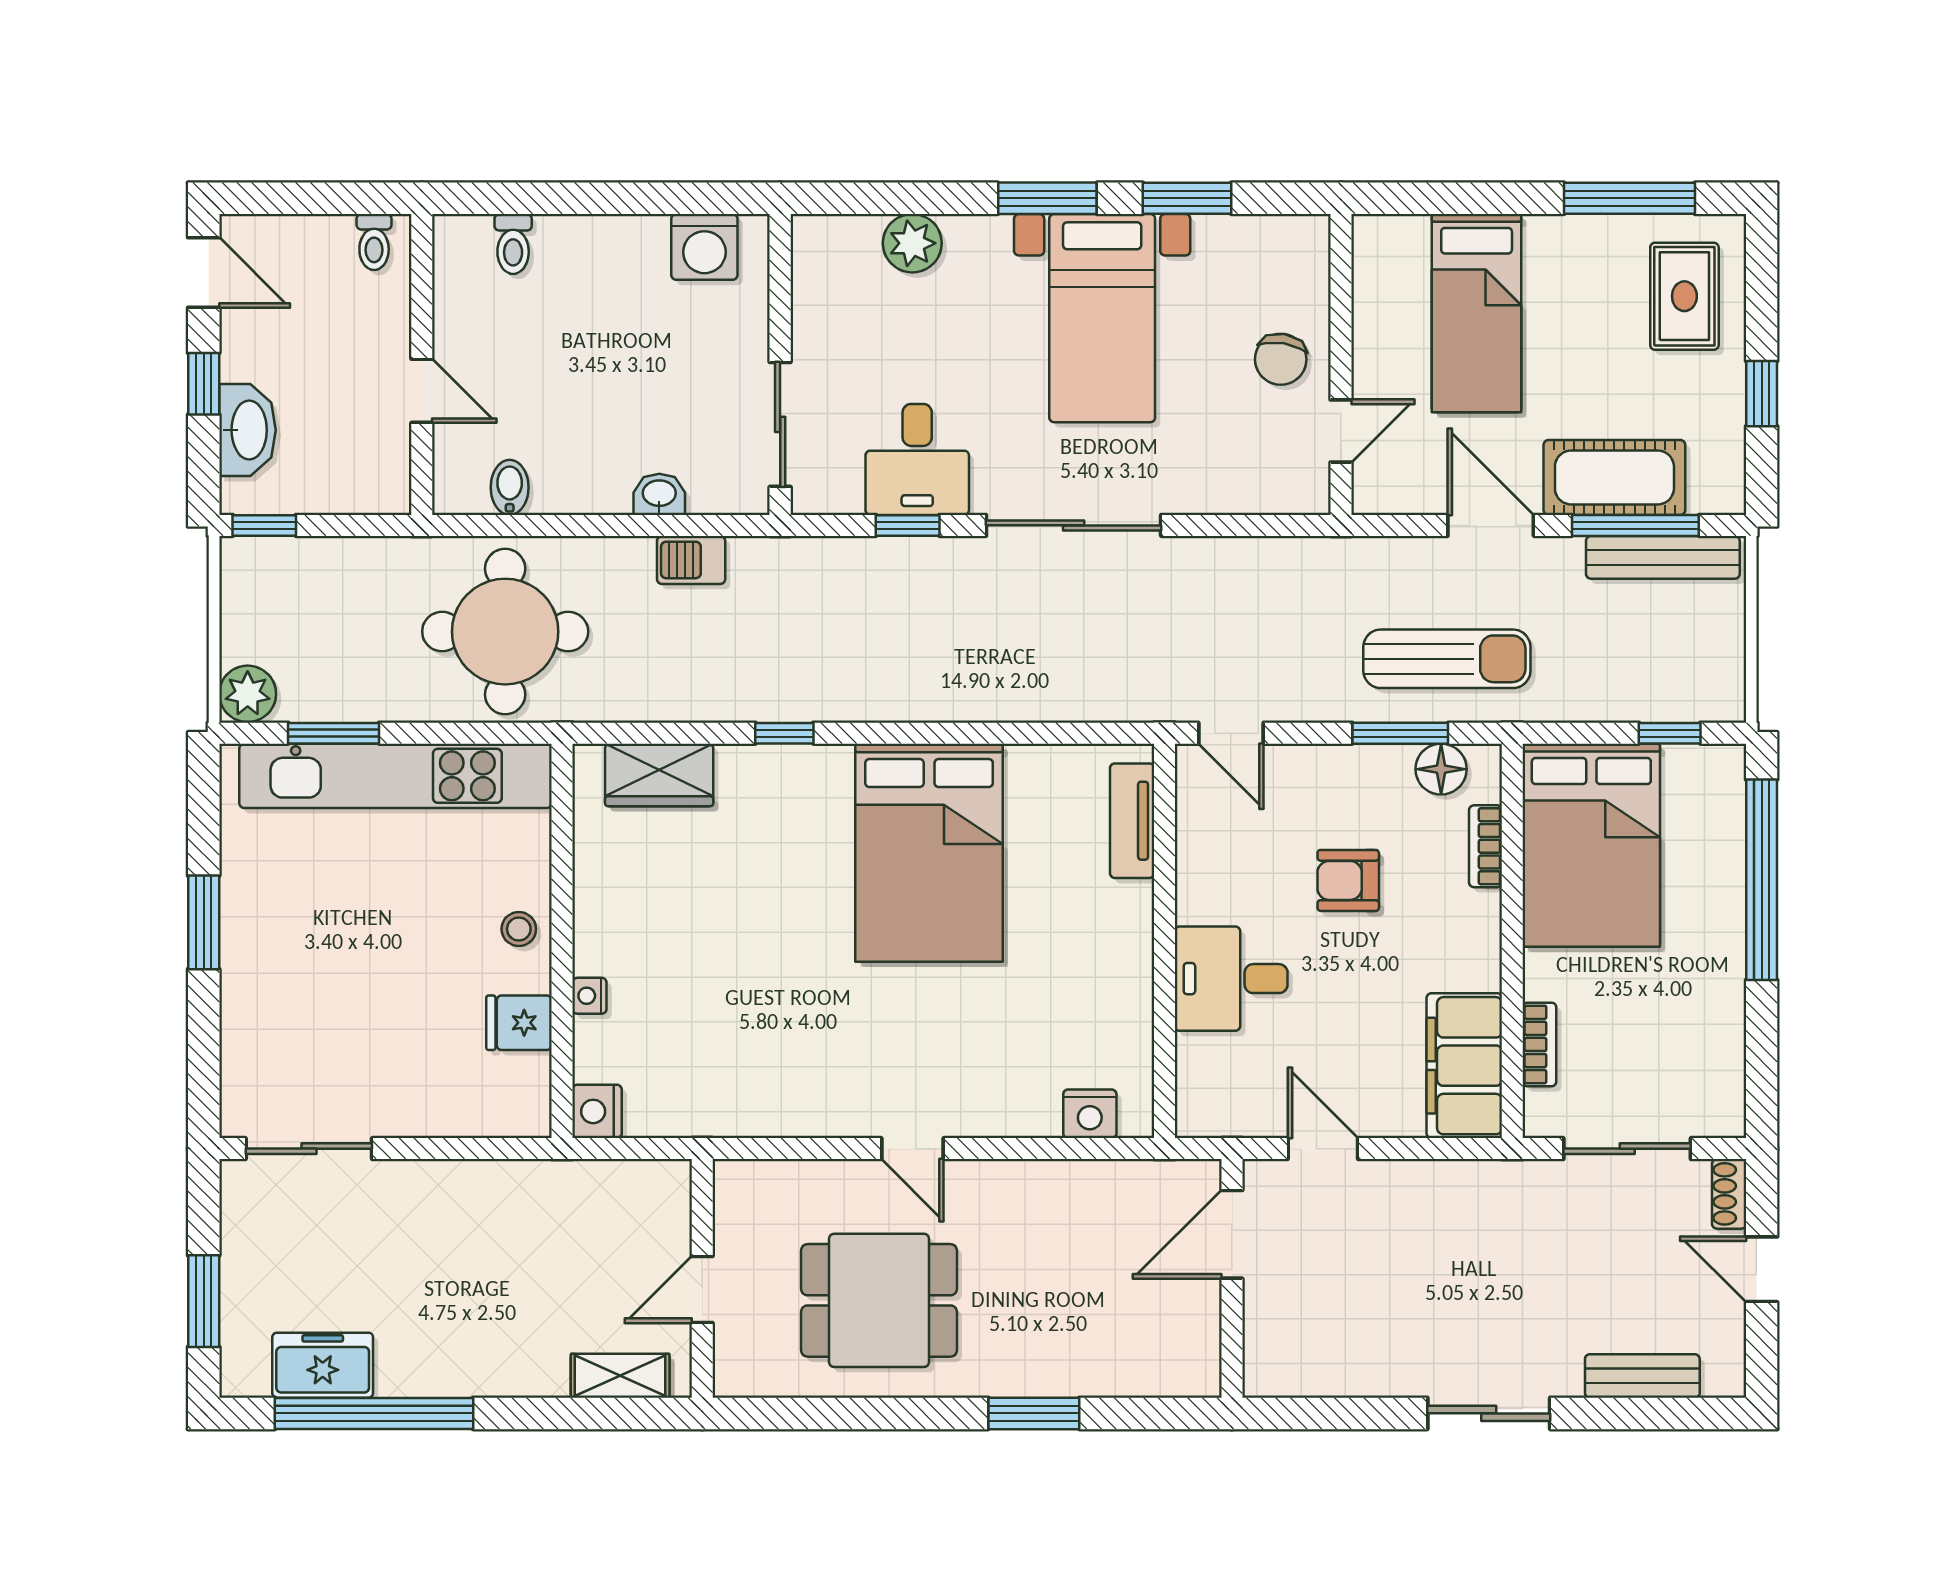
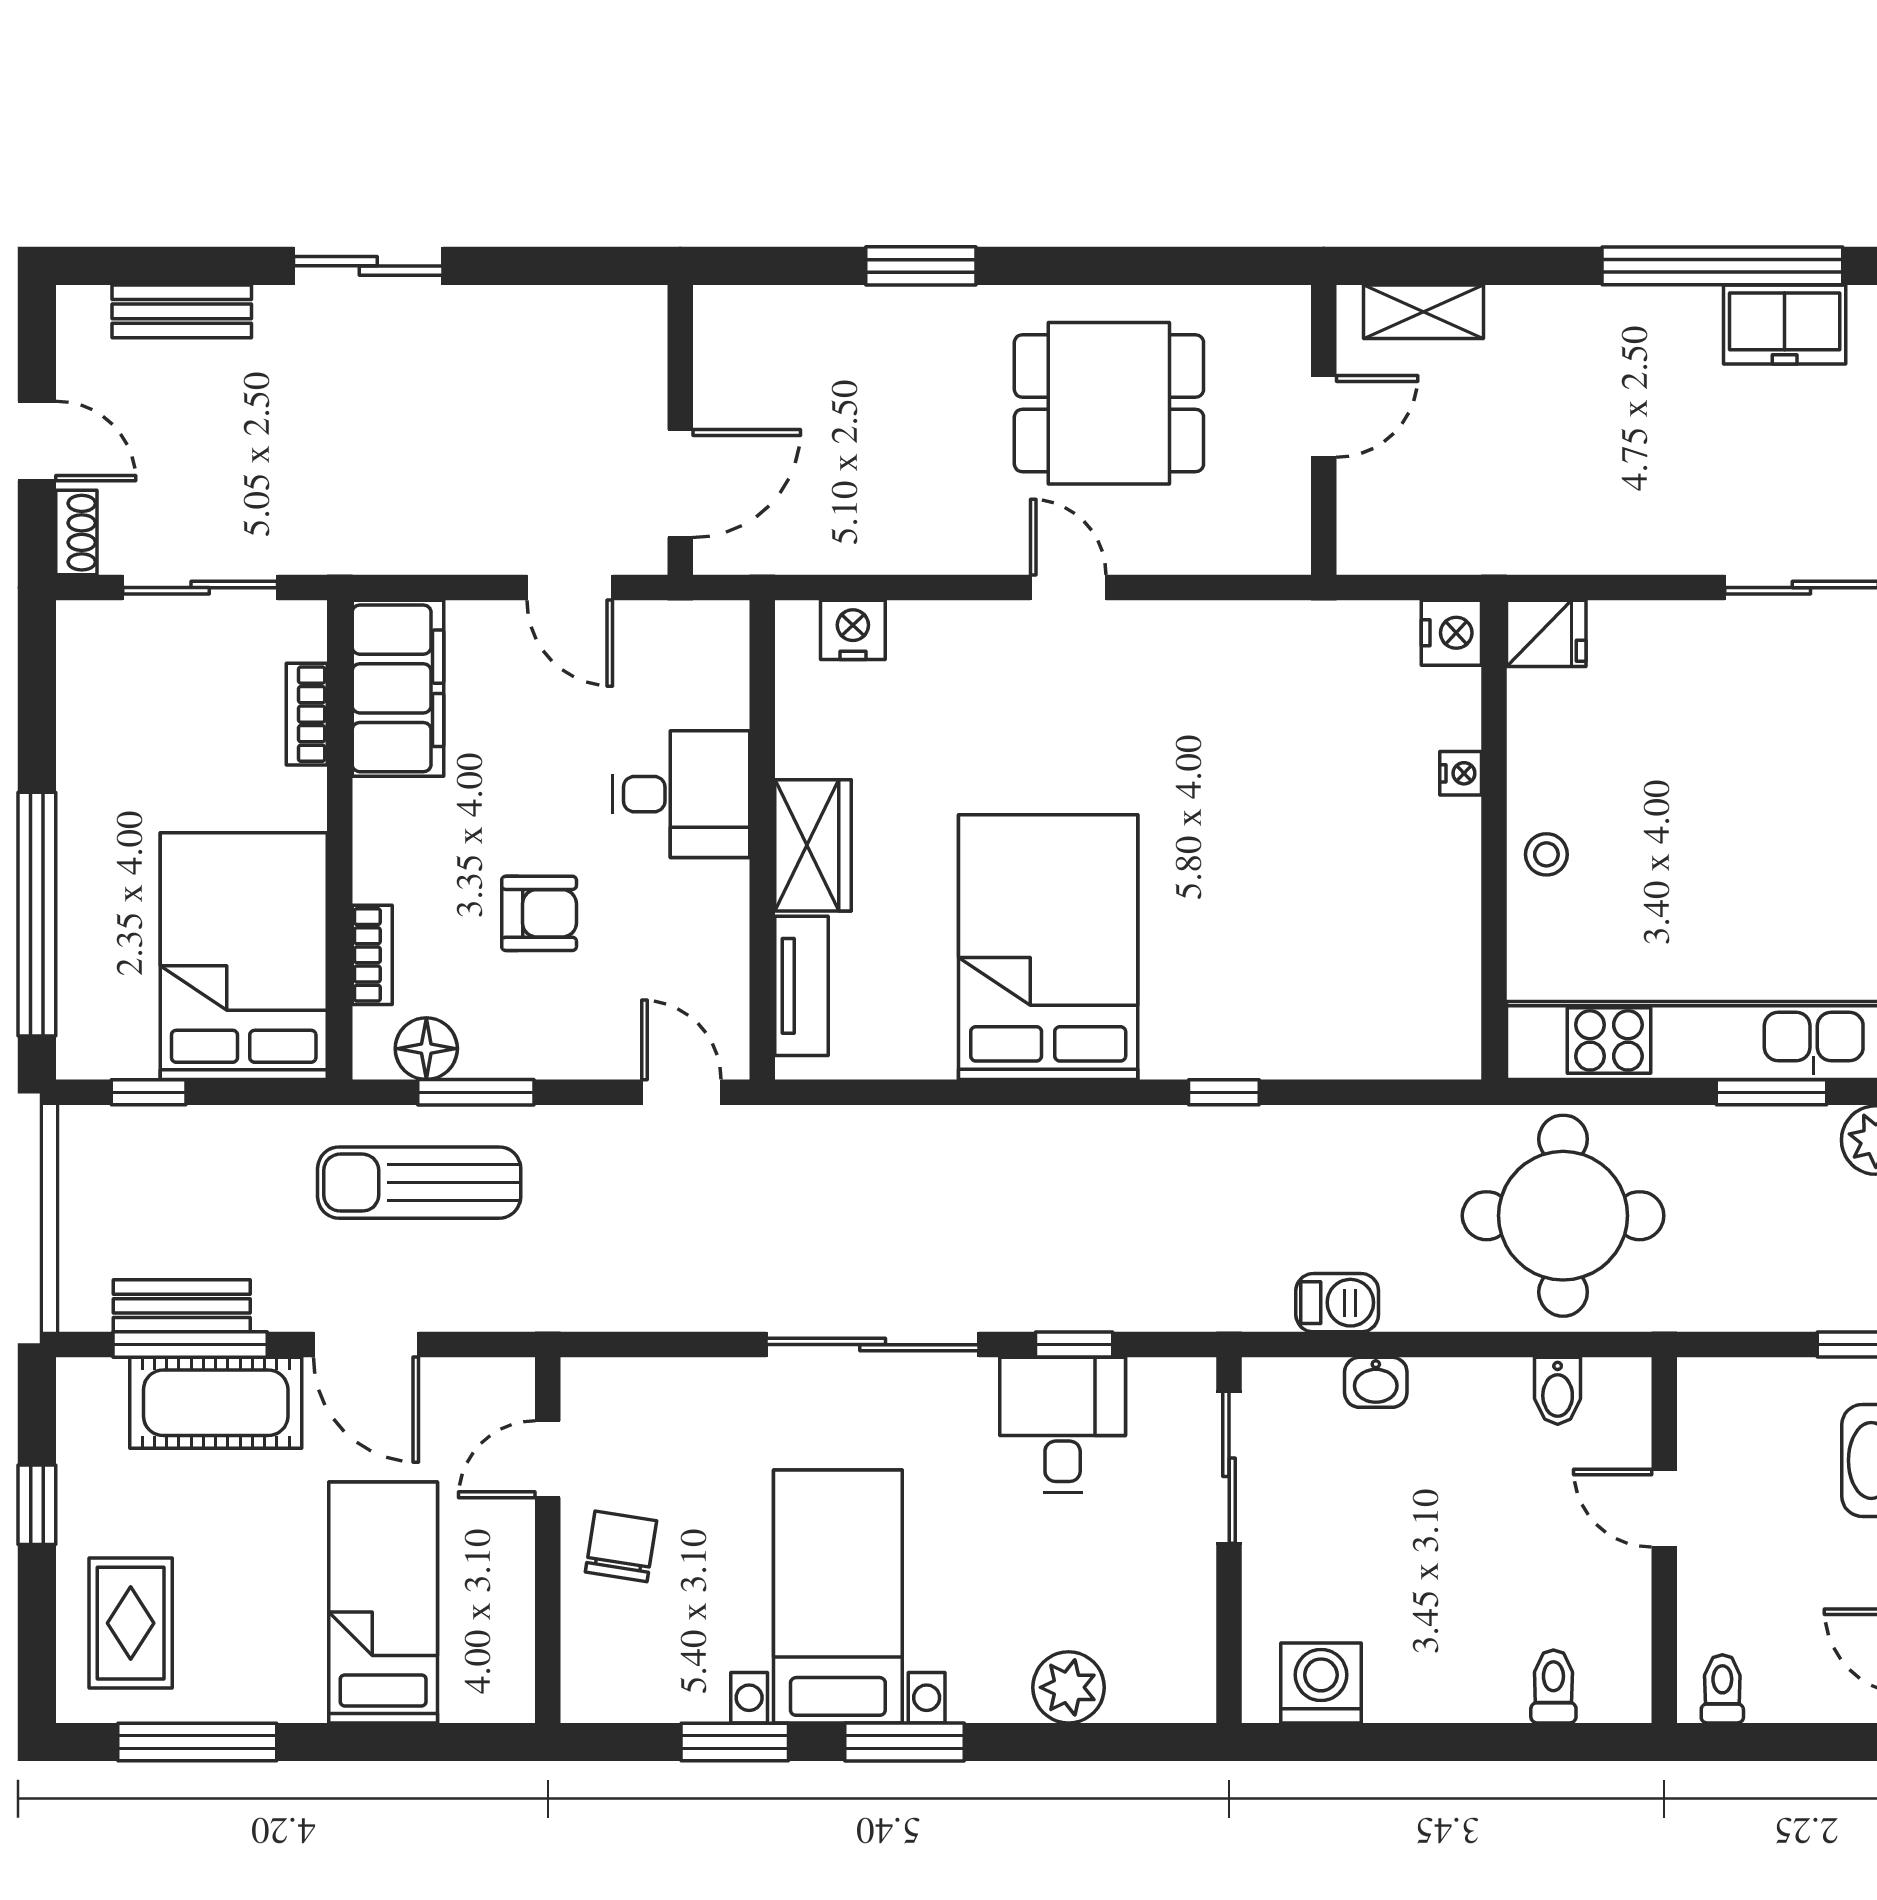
bench: (1663, 557) -> (182, 1306), width x0.73
wardrobe: (659, 775) -> (813, 845), moved, turned 90
fridge: (519, 1023) -> (1546, 633), moved

